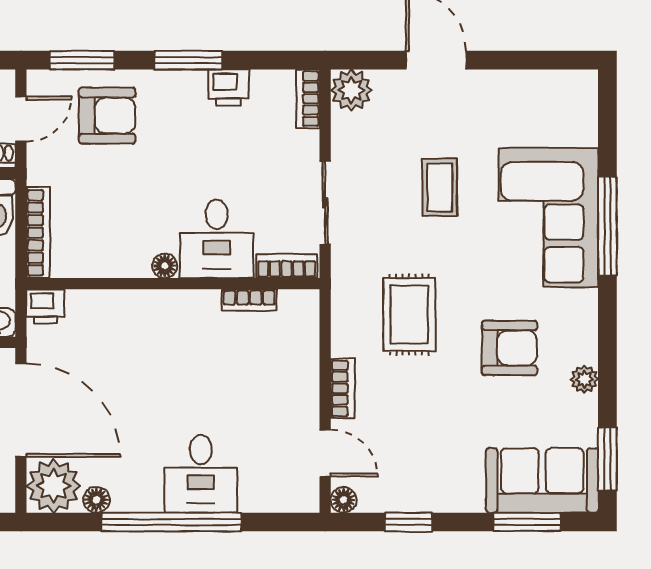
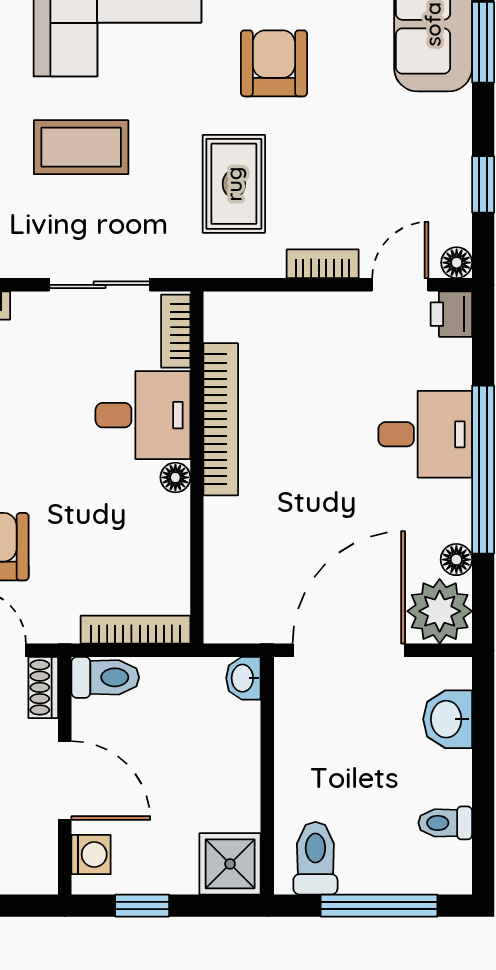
coffee table: (440, 187) -> (81, 147), width x1.36, depth x1.30
bookcase: (249, 300) -> (221, 419), width x2.31, depth x1.31
printer: (45, 306) -> (451, 314), moved, turned 180
rug: (409, 315) -> (234, 184), turned 90

